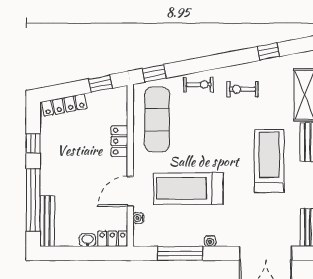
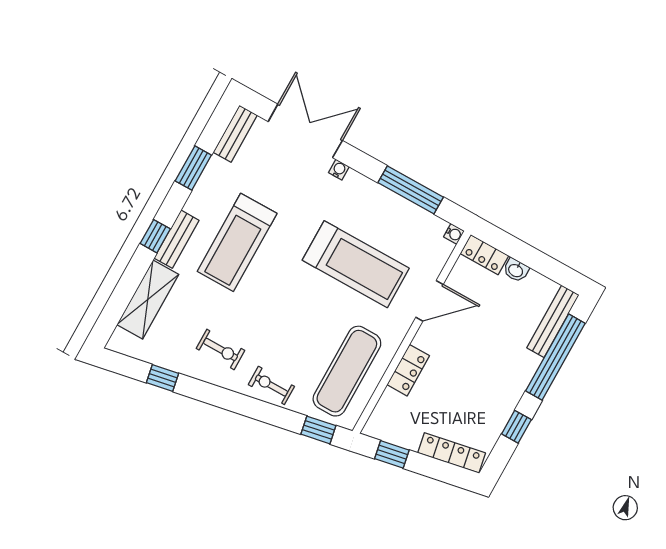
water cooler: (138, 218) -> (454, 234), moved
water cooler: (210, 241) -> (339, 170), moved

